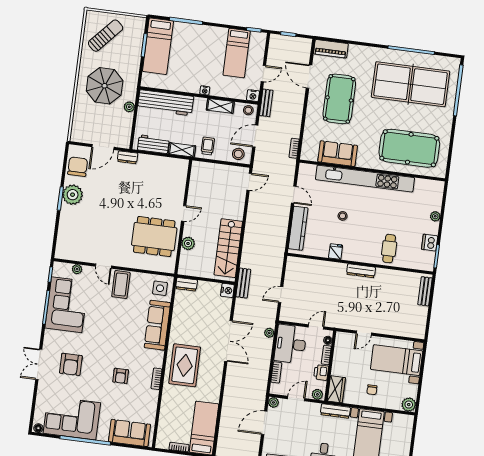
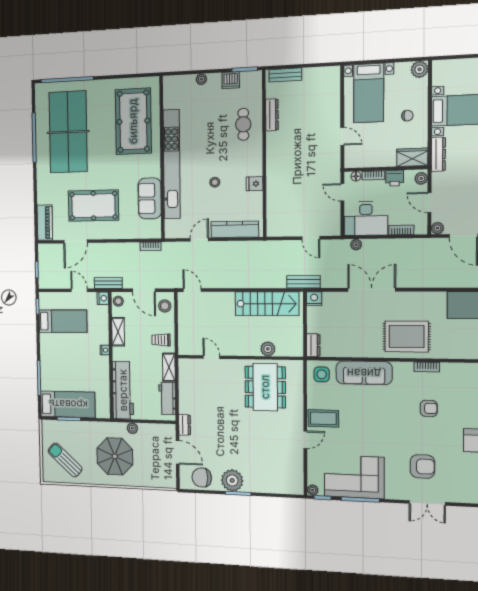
door: (184, 213) -> (211, 357), moved
cafe table: (389, 249) -> (243, 124), turned 90
plant: (77, 269) -> (313, 490), moved
dresser: (361, 271) -> (272, 115), moved

